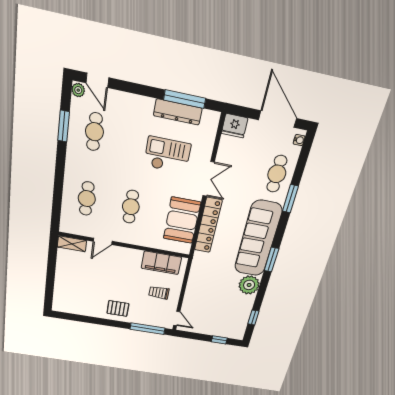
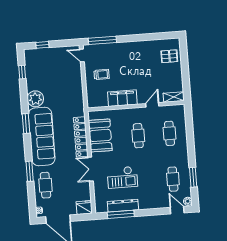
filing cabinet: (161, 263) -> (122, 98), moved
pallet: (118, 308) -> (169, 56), moved

